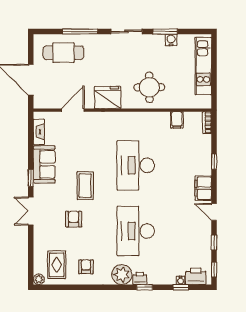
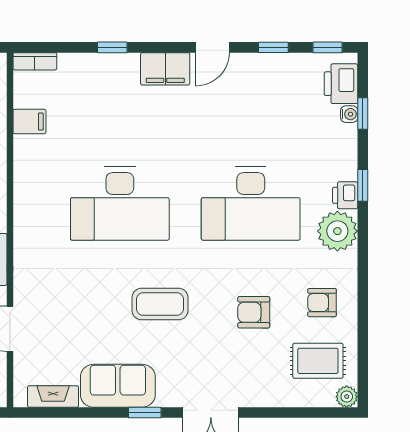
armchair: (74, 219) -> (254, 312), moved

